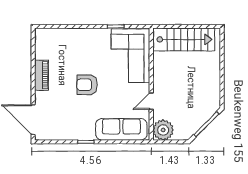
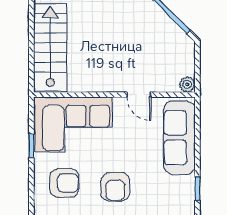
armchair: (90, 49) -> (64, 183), added
plant: (163, 130) -> (187, 85), width x0.53, depth x0.53

